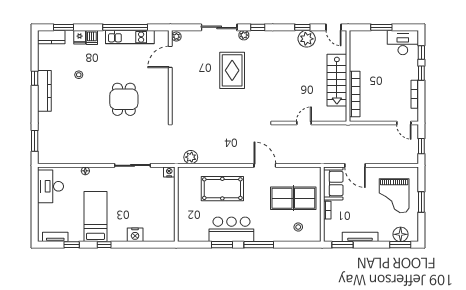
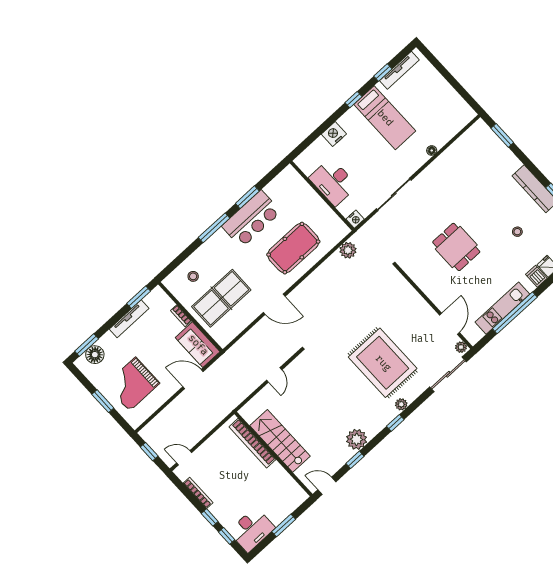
sliding door: (219, 27) -> (448, 374), moved
plant: (307, 39) -> (357, 439), moved
rug: (232, 70) -> (383, 363), width x1.37, depth x1.44
desk: (50, 186) -> (333, 182), moved, turned 180
grand piano: (394, 196) -> (132, 384), turned -90
tv unit: (55, 237) -> (399, 70), width x1.41

